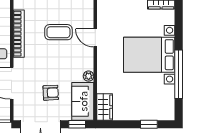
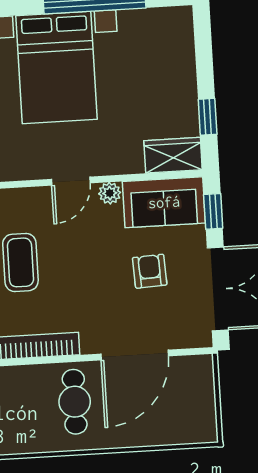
door: (95, 38) -> (71, 181), moved
window: (149, 124) -> (208, 117), moved

